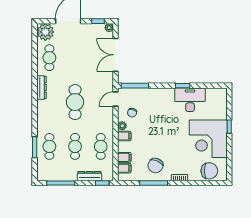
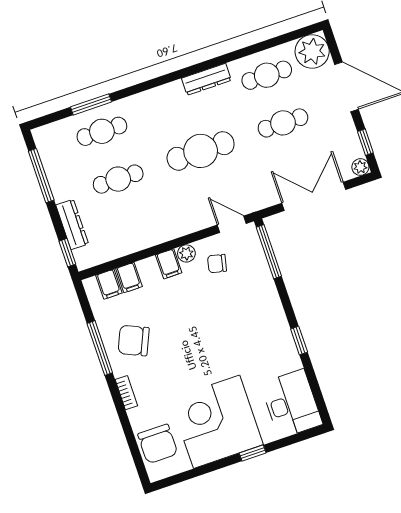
desk: (190, 100) -> (291, 404), moved
cafe table: (101, 146) -> (283, 123), moved

